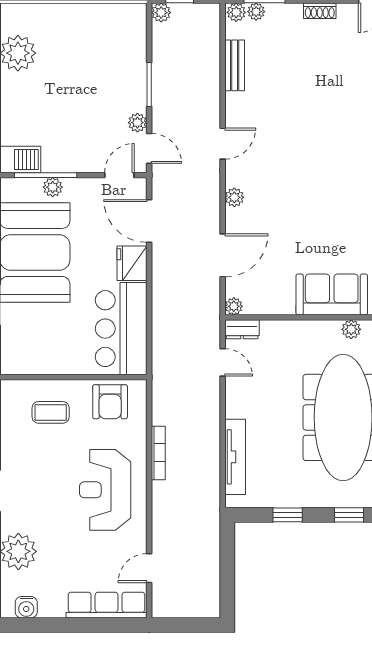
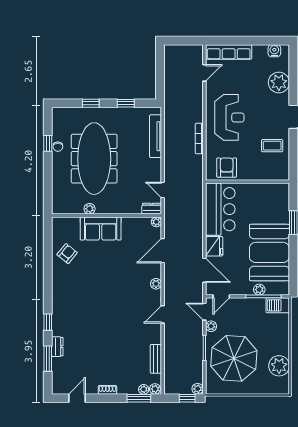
parasol: (97, 66) -> (234, 358), added
coffee table: (51, 412) -> (272, 146), moved

